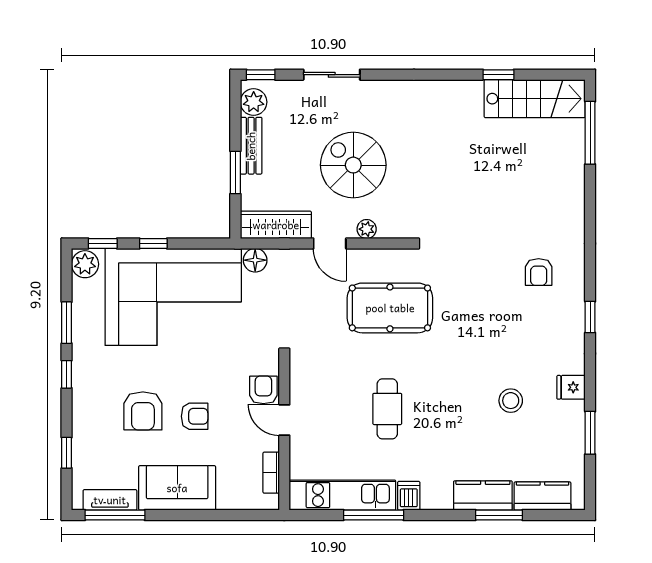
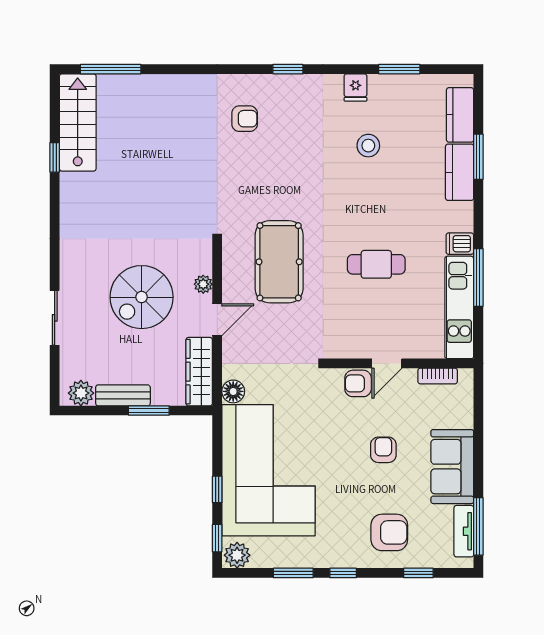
window: (261, 75) -> (55, 386), removed
armchair: (143, 411) -> (389, 532), moved

